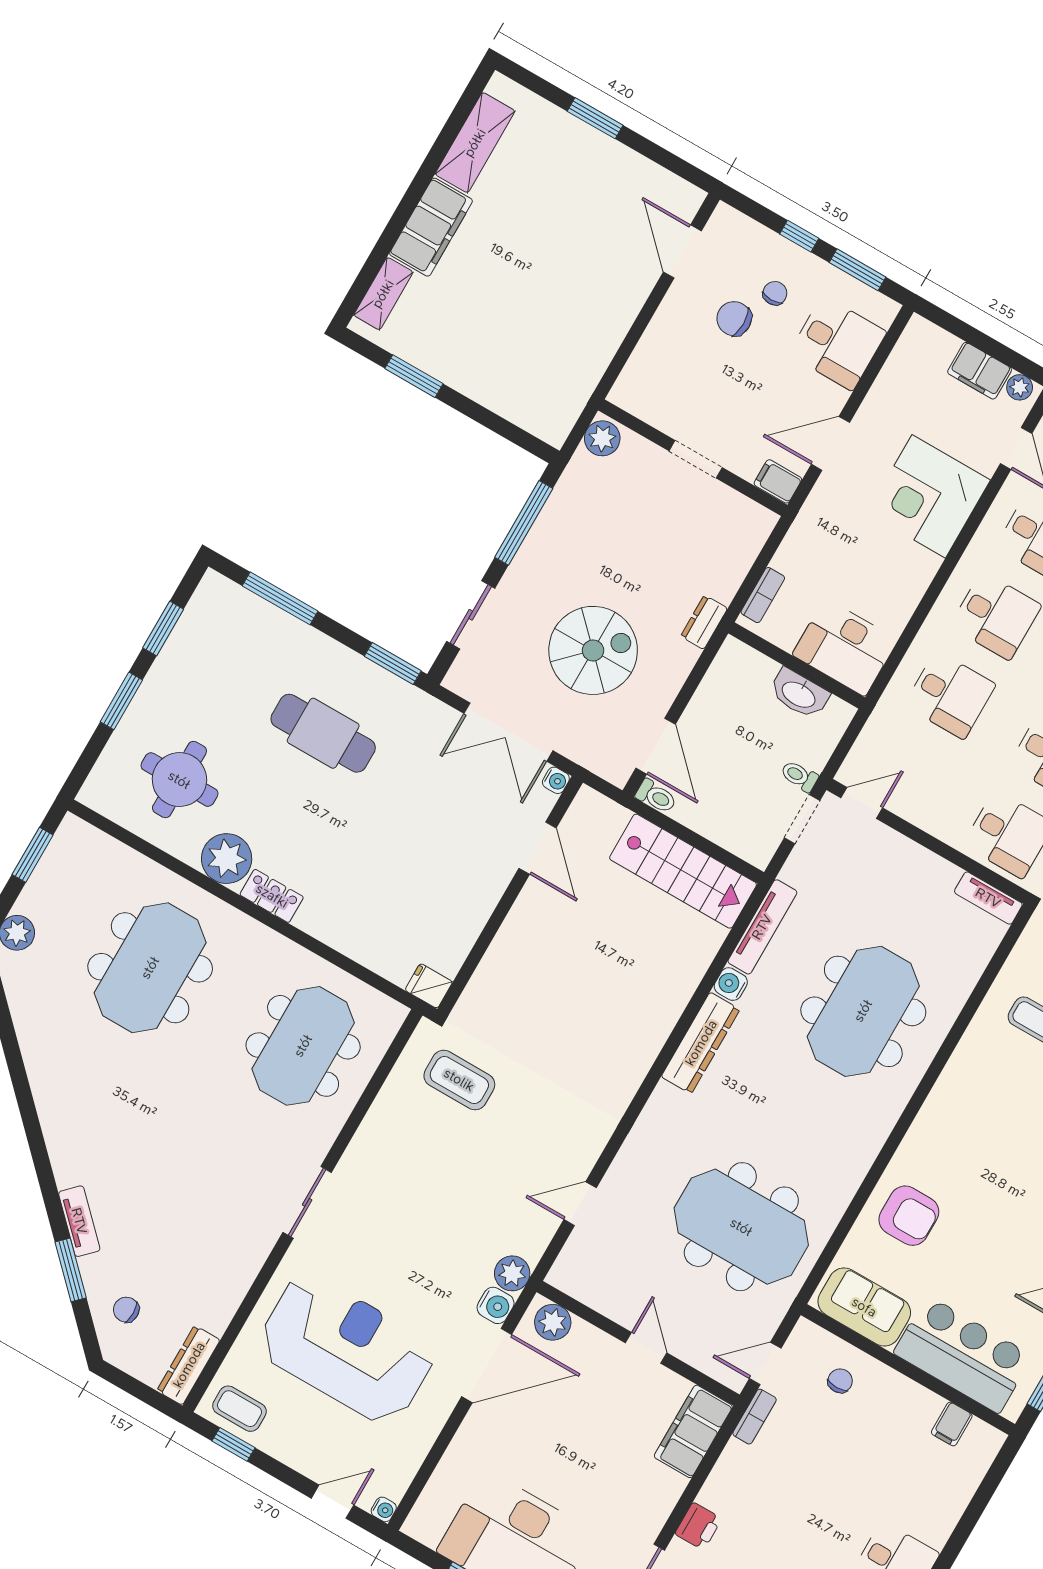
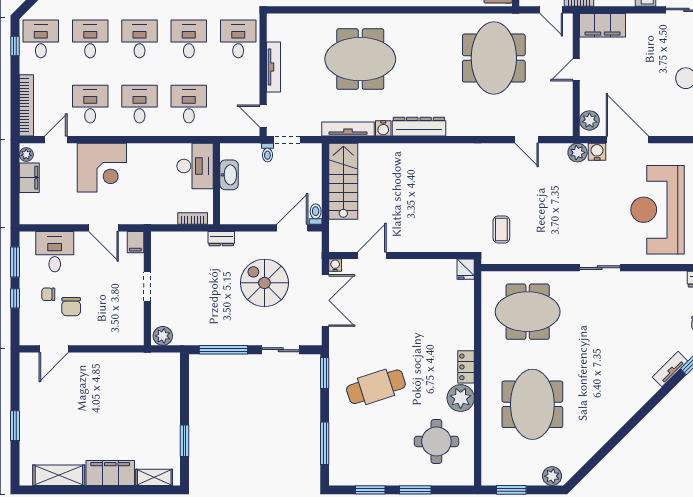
cafe table: (323, 733) -> (376, 387), turned 72
tv unit: (988, 898) -> (273, 67), moved, width x1.41
meeting table: (150, 968) -> (532, 404), turned 90
coffee table: (459, 1080) -> (501, 229), width x0.73, depth x0.77

